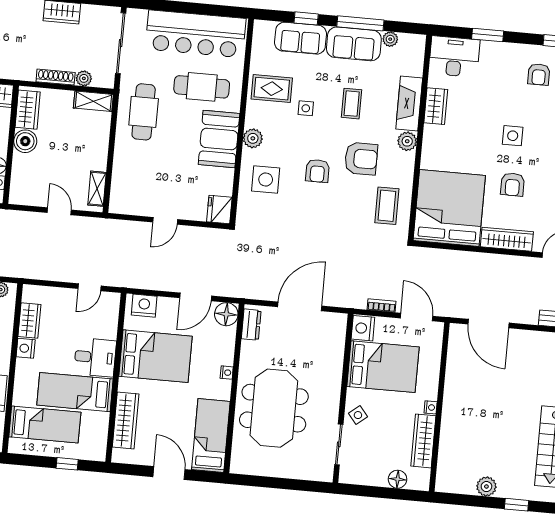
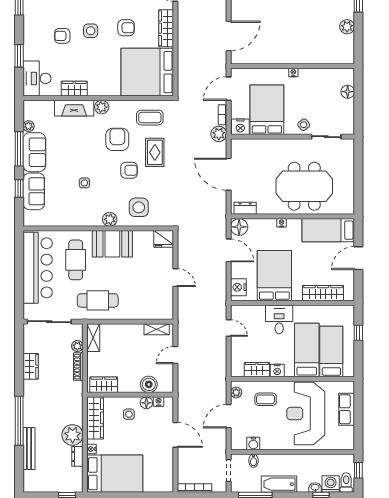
armchair: (539, 74) -> (62, 36), moved, turned 180
rug: (272, 89) -> (155, 152), moved
coffee table: (352, 104) -> (78, 150), removed
boiler: (25, 141) -> (149, 384), moved
plant: (356, 298) -> (219, 134), added
bed: (75, 392) -> (307, 350), moved, turned 180
wardrobe: (423, 441) -> (318, 76), removed

